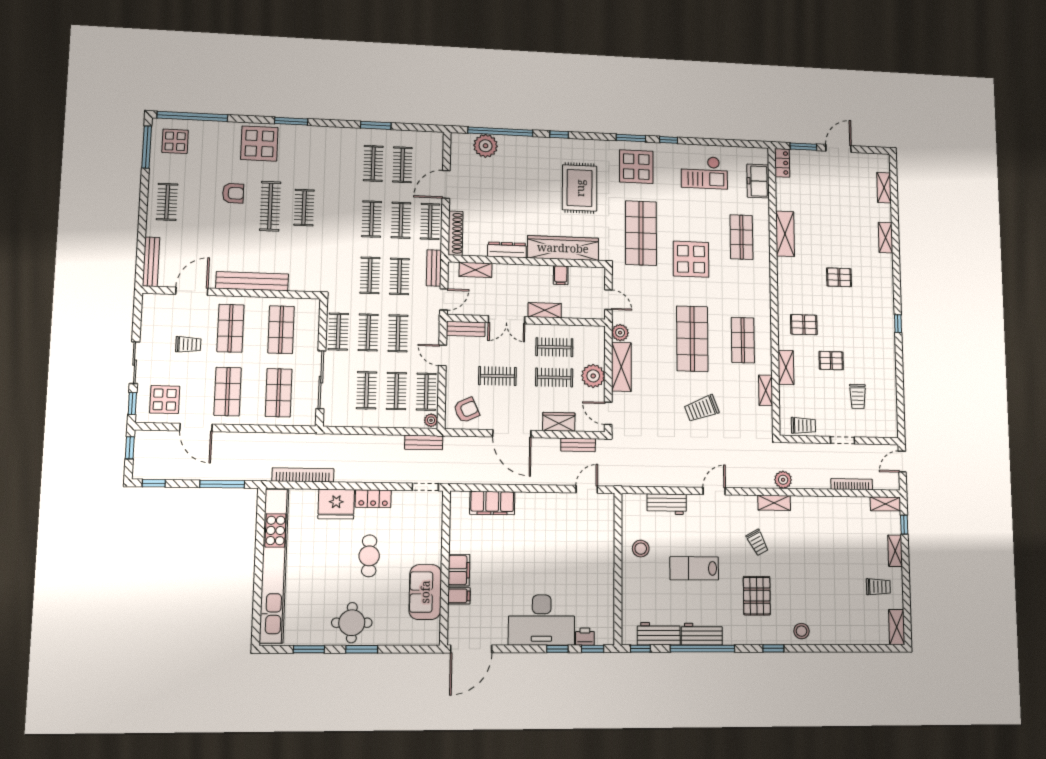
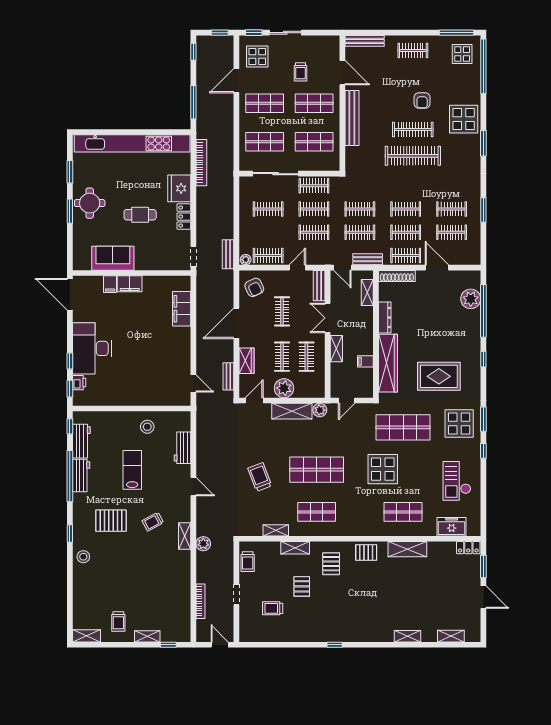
clothes rail: (304, 208) -> (413, 156), width x1.86, depth x1.31
pallet: (839, 277) -> (366, 552), moved, turned 90
clothes rail: (396, 391) -> (268, 232), removed
shelving: (885, 504) -> (185, 629), removed

